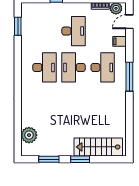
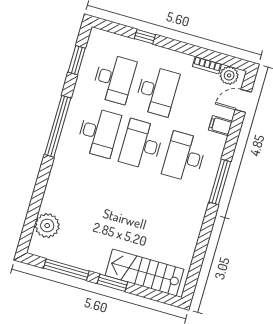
desk: (45, 31) -> (114, 79), added
desk: (103, 67) -> (184, 157), turned 180
window: (18, 71) -> (58, 126), added
window: (49, 159) -> (66, 270), width x1.44

